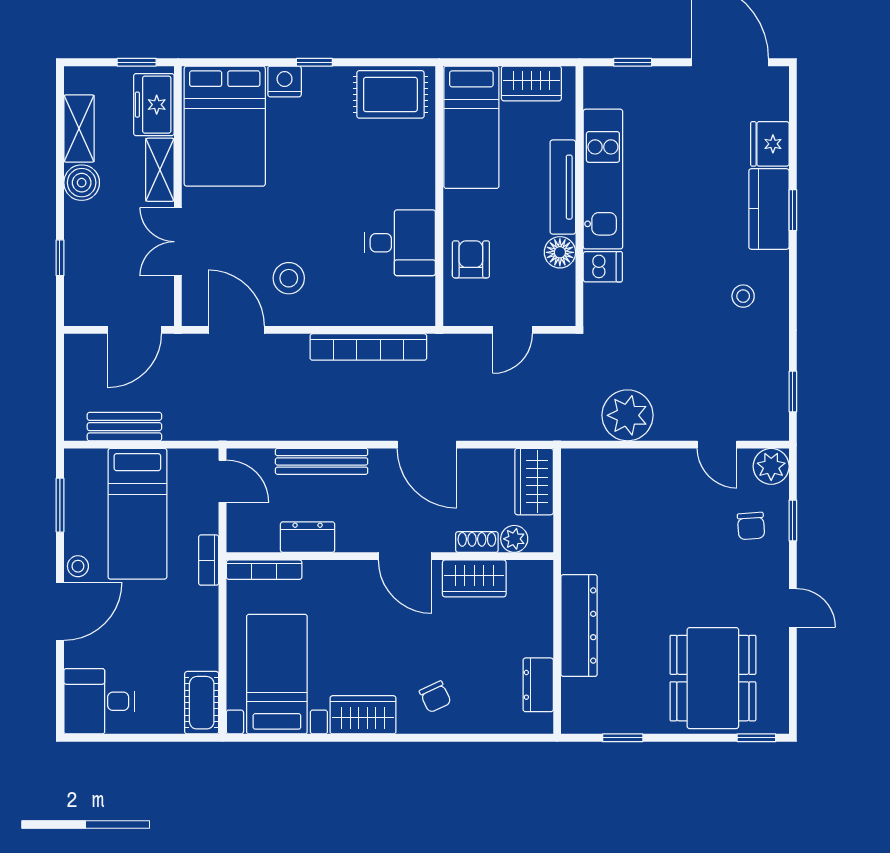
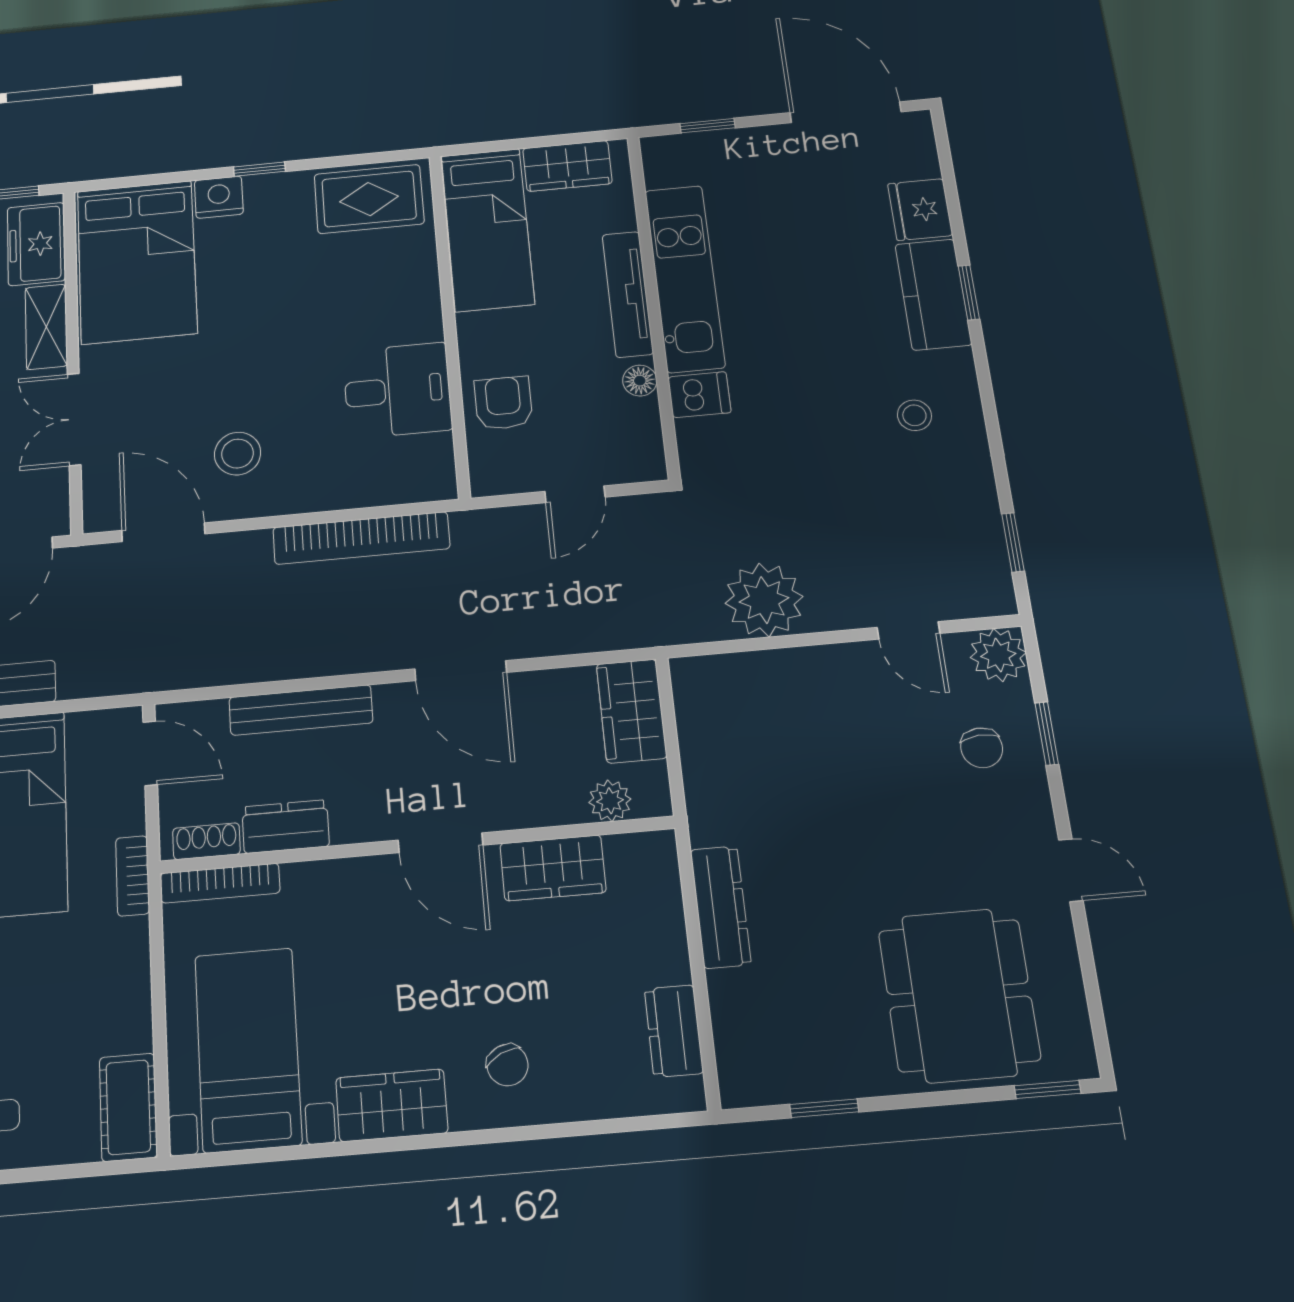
floor lamp: (560, 252) -> (640, 381), width x0.73, depth x0.73
shoe rack: (477, 542) -> (206, 841), moved
dresser: (579, 626) -> (721, 907), width x0.73, depth x0.80

